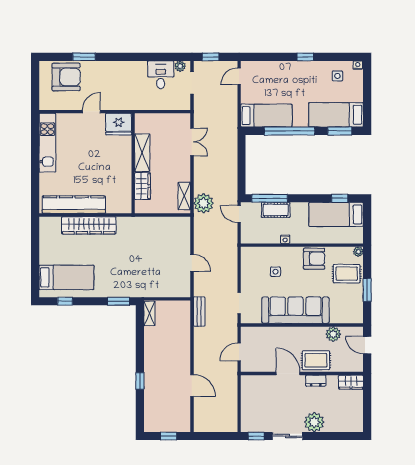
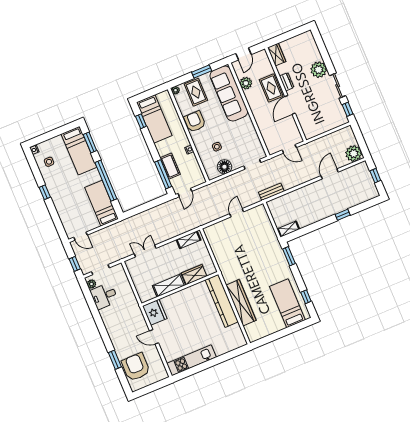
plant: (204, 203) -> (354, 153), moved
kitchen counter: (74, 205) -> (222, 301), moved
floor lamp: (249, 271) -> (224, 167), added
sofa: (296, 310) -> (229, 93), moved

